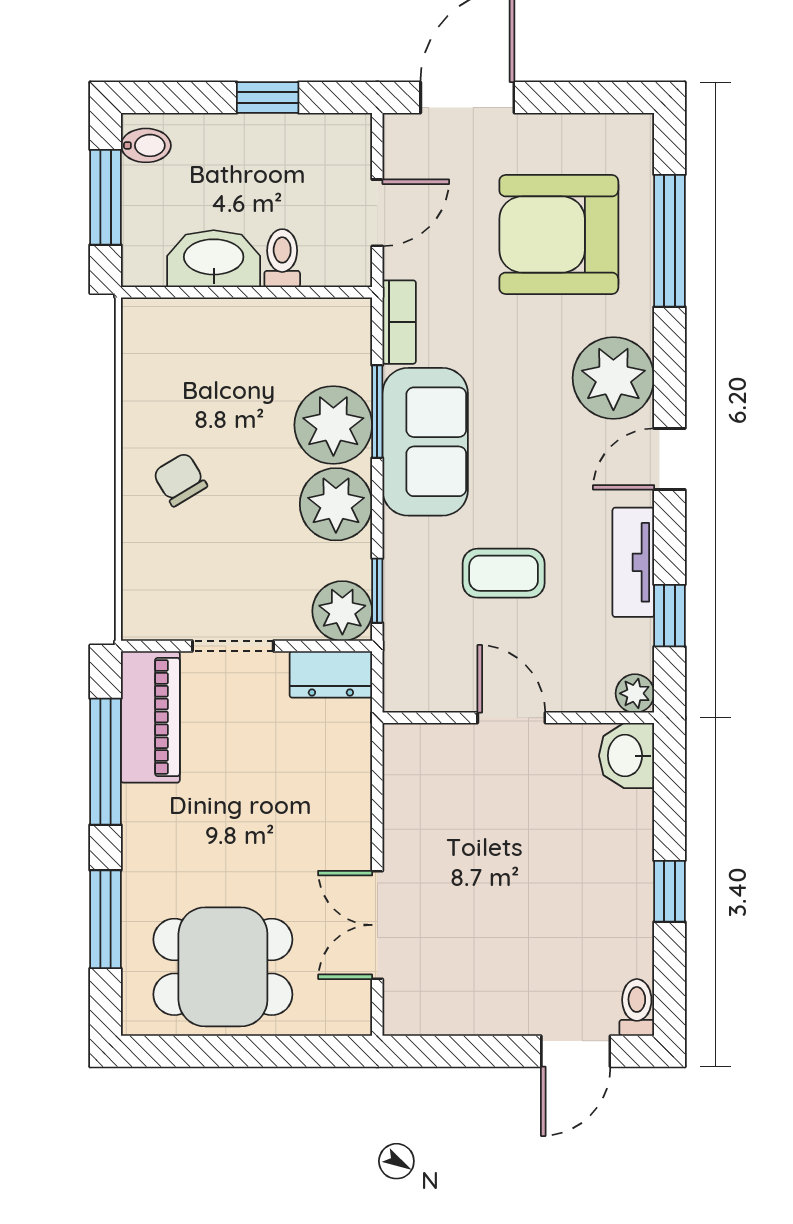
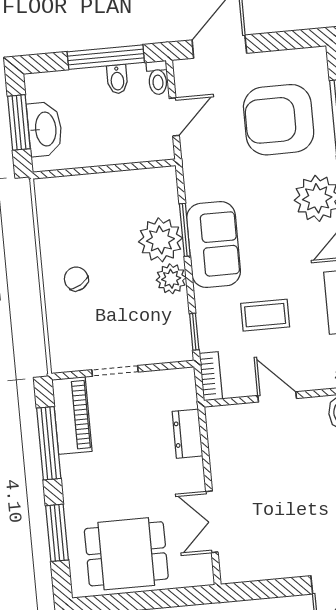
window: (268, 97) -> (106, 57), width x2.17
bidet: (146, 145) -> (117, 79), moved, turned 90
toilet: (282, 258) -> (158, 78), moved, turned 180
washbasin: (214, 259) -> (45, 129), moved, turned 90
bookcase: (399, 322) -> (211, 376), moved
plant: (336, 504) -> (171, 279), width x0.73, depth x0.73
plant: (342, 611) -> (175, 345), removed
dresser: (331, 674) -> (187, 434), moved, turned 90

